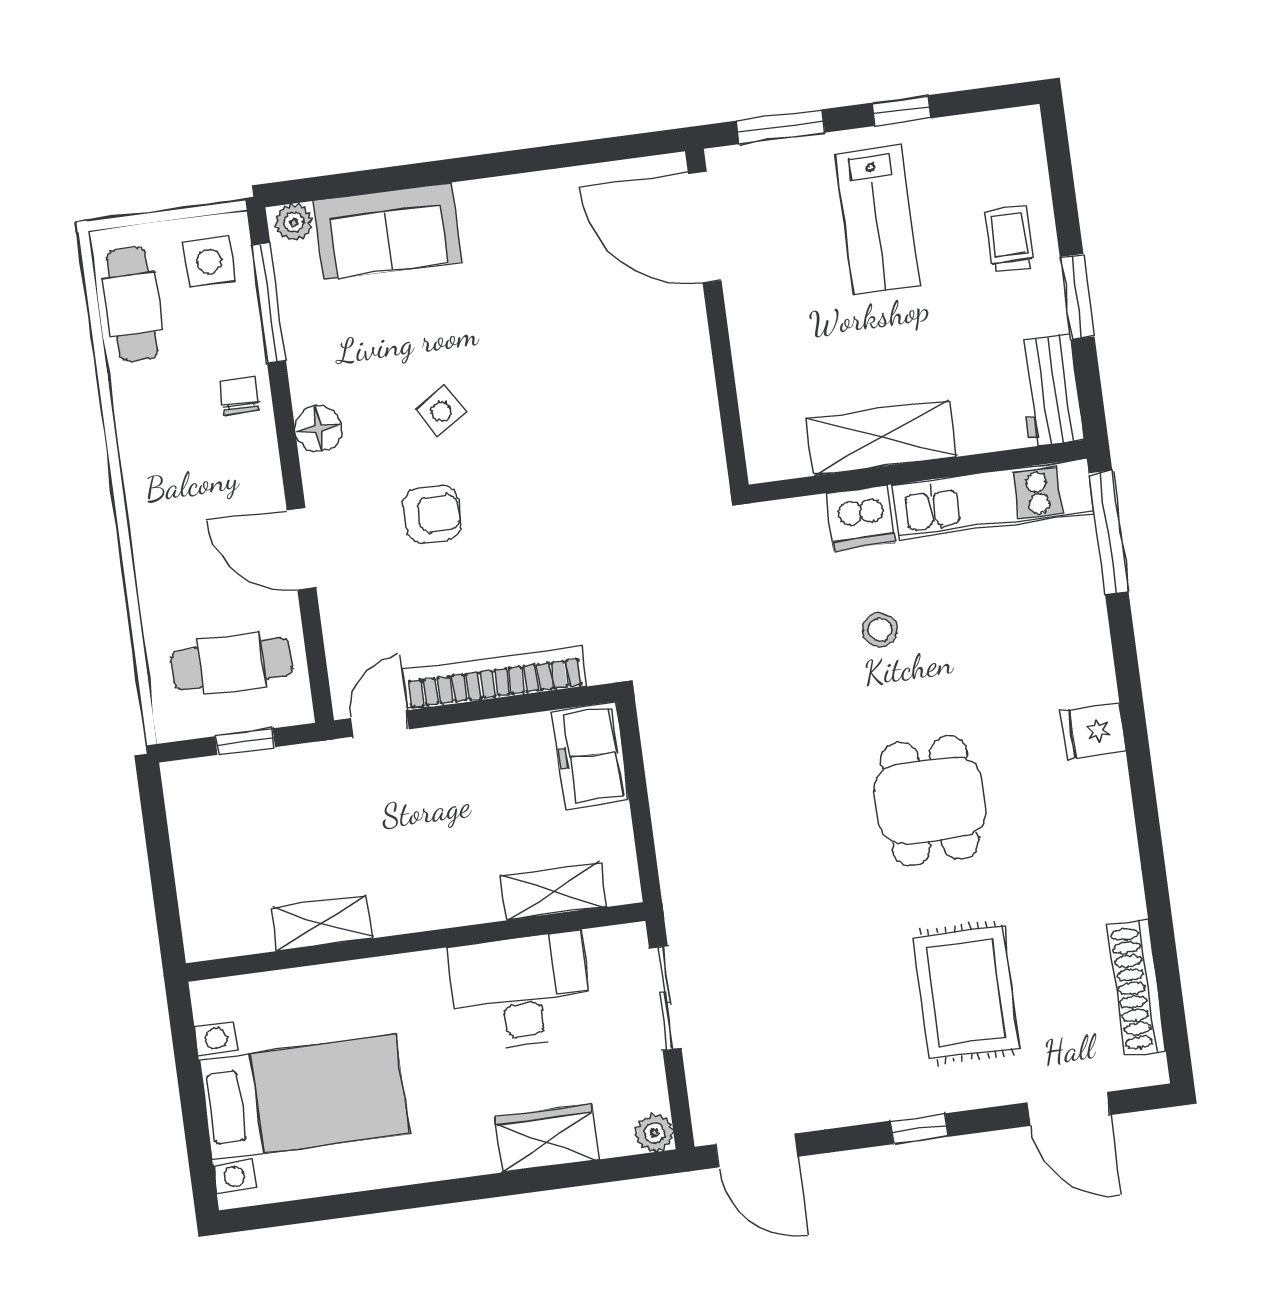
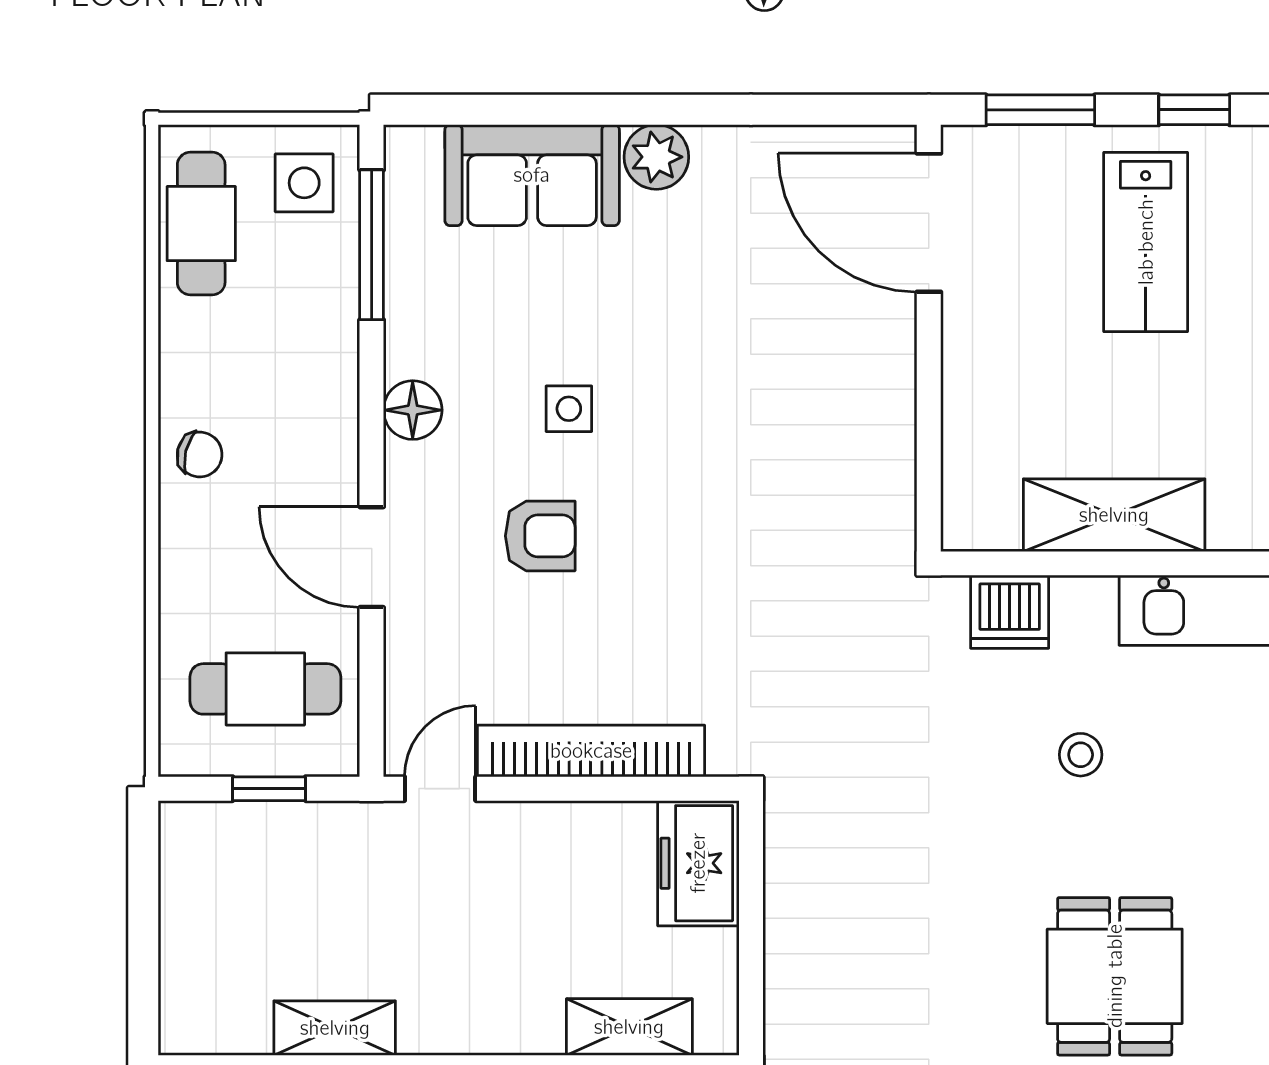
plant: (294, 222) -> (656, 157), moved, width x1.38, depth x1.38
chair: (240, 395) -> (200, 455), moved, turned 104
side table: (441, 411) -> (569, 409), turned 33
dishwasher: (861, 518) -> (1010, 612), moved

